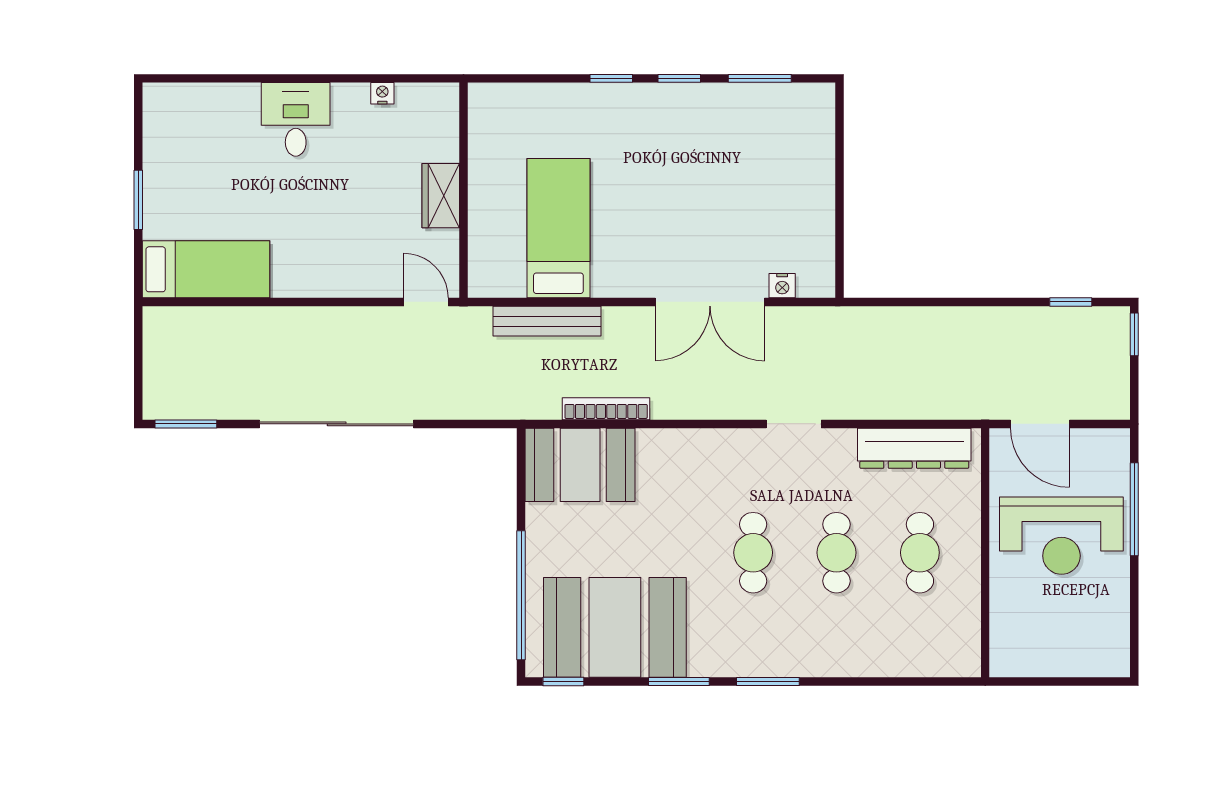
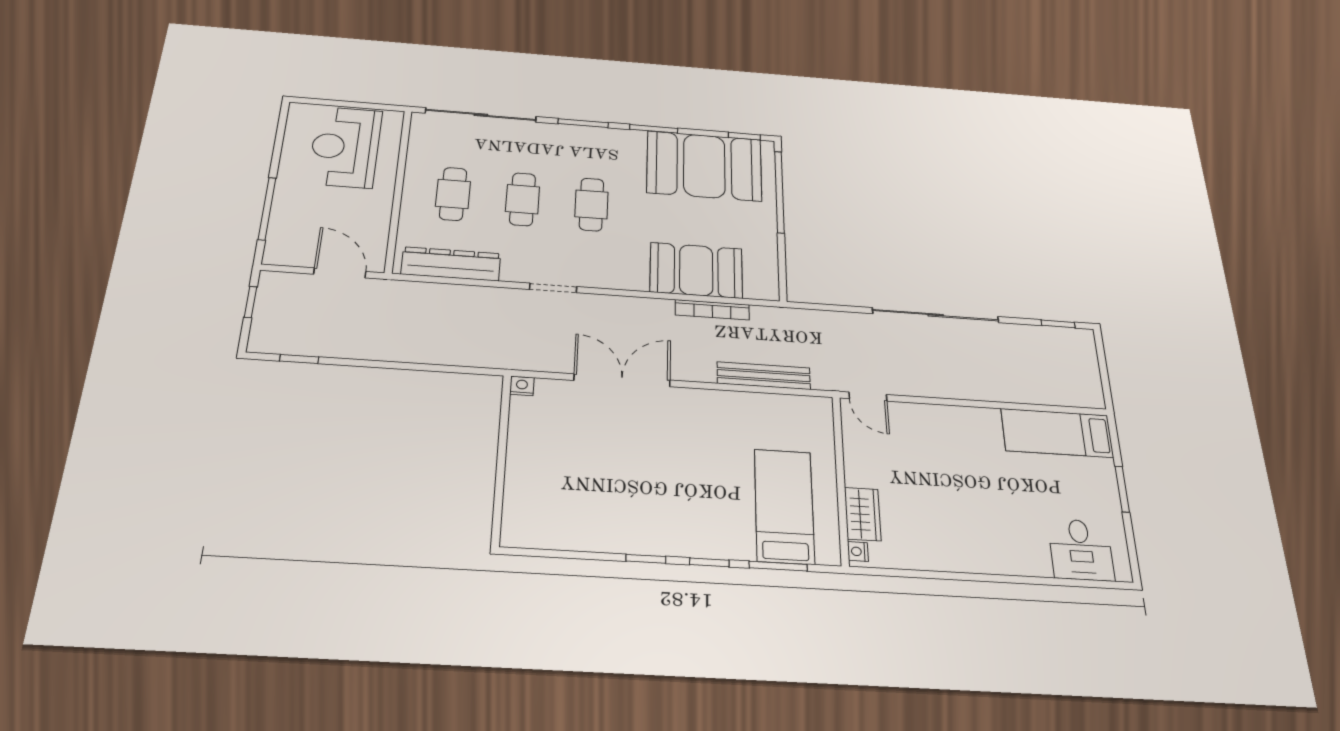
window: (760, 78) -> (778, 566), moved
nightstand: (382, 93) -> (858, 551), moved, turned 90
desk: (296, 119) -> (1081, 550), moved
wardrobe: (441, 196) -> (863, 514), moved
bed: (558, 228) -> (784, 506), moved, turned 180
nightstand: (782, 286) -> (522, 386), moved
window: (1134, 334) -> (251, 302), moved
window: (186, 424) -> (1058, 324), width x0.67
booth: (580, 465) -> (696, 270), moved
reception desk: (1061, 536) -> (345, 147), moved, turned -90
sliding door: (896, 681) -> (481, 115), added

